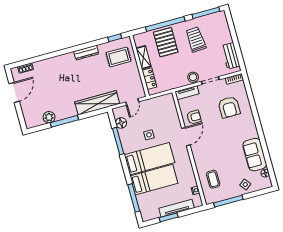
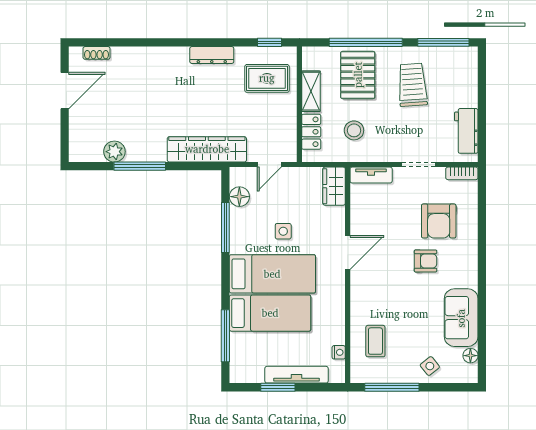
stool: (193, 77) -> (354, 130), moved
wardrobe: (169, 104) -> (334, 186), added
armchair: (194, 117) -> (425, 261), moved

